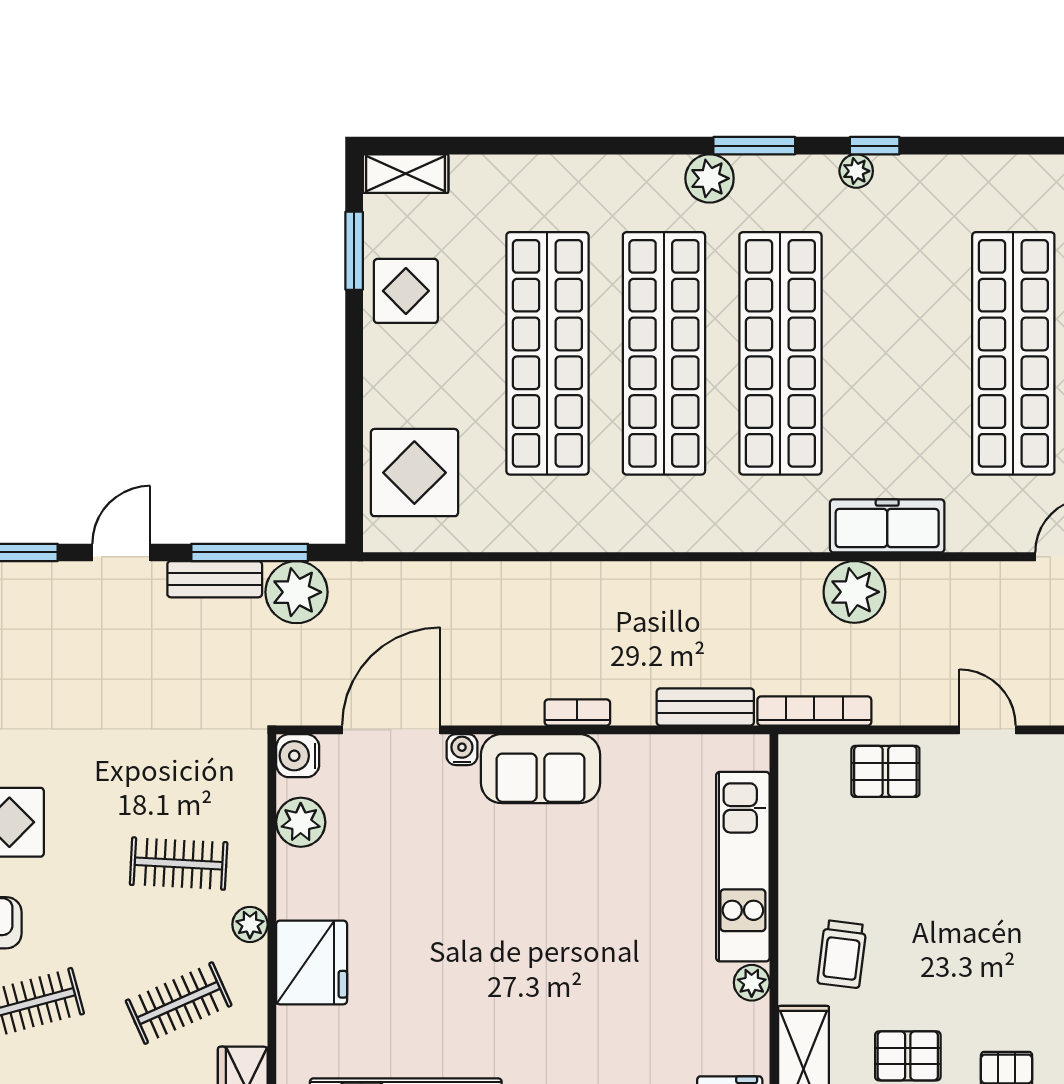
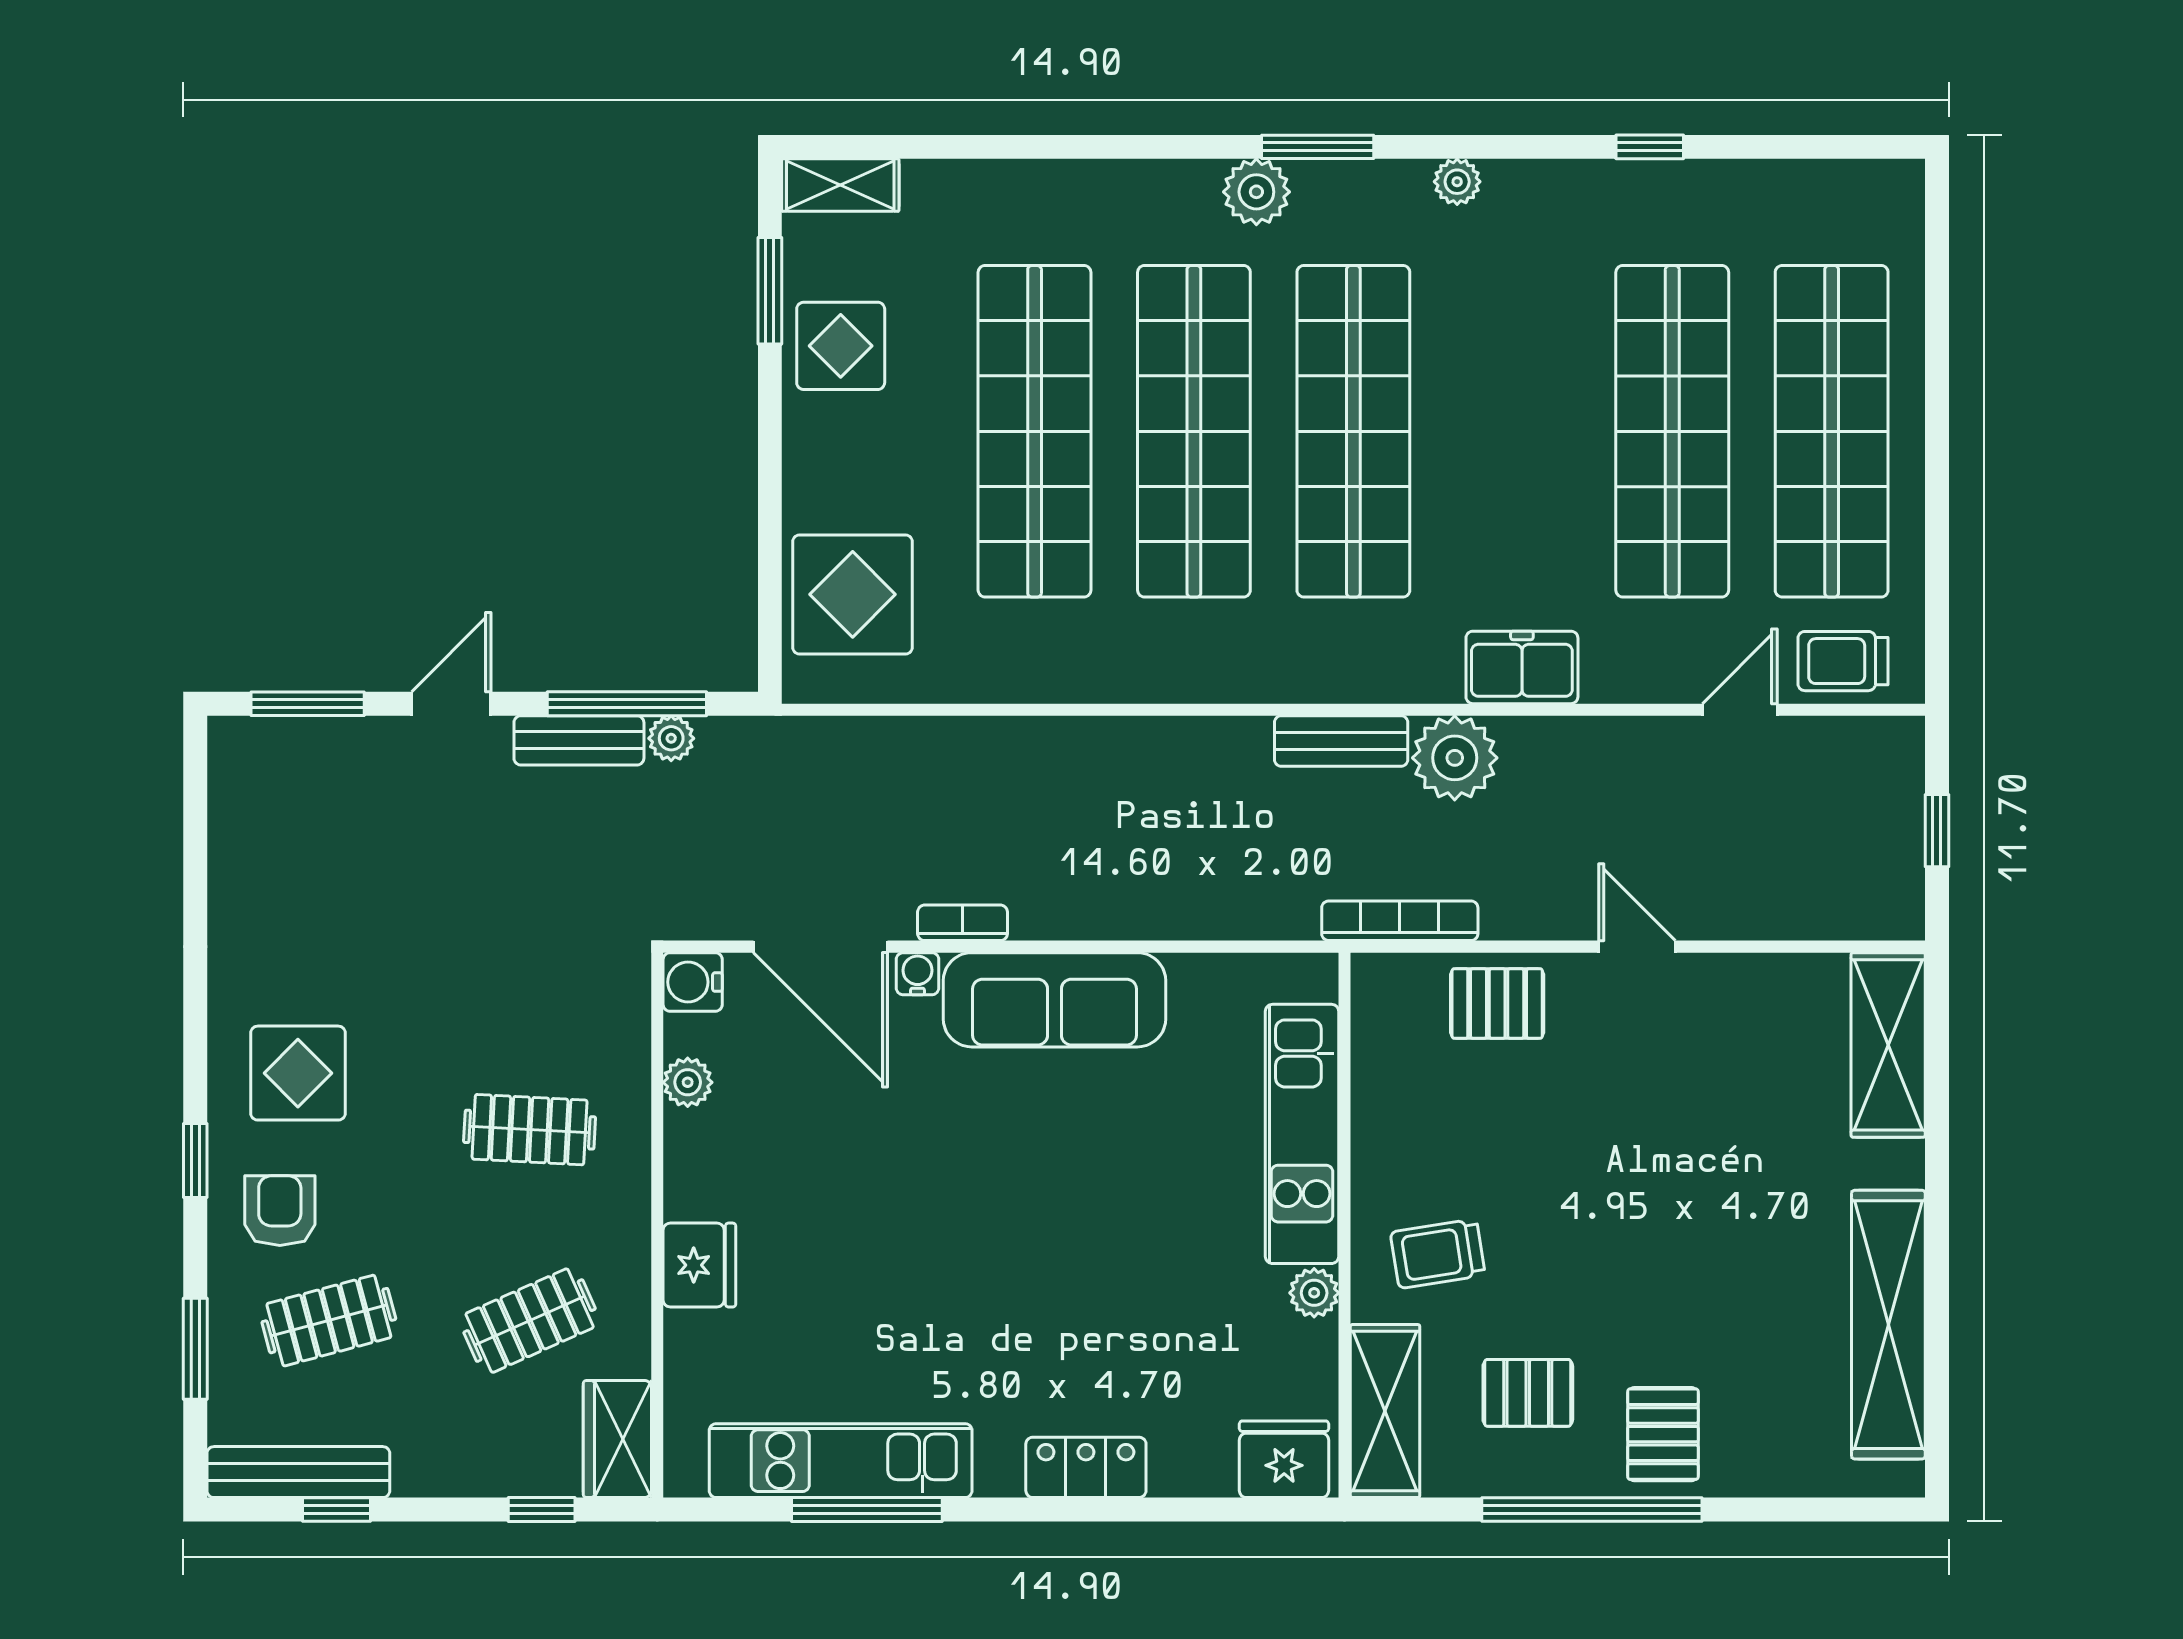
window: (875, 146) -> (1650, 147), moved
freezer: (887, 526) -> (1522, 667), width x0.71
plant: (297, 592) -> (671, 738), width x0.53, depth x0.53
bench: (705, 707) -> (1341, 741), moved
bookcase: (577, 712) -> (963, 923), moved
door: (391, 730) -> (821, 947), swing flipped
sofa: (541, 769) -> (1054, 1000), width x1.36
plant: (301, 822) -> (688, 1082), width x0.73, depth x0.73
plant: (250, 924) -> (627, 1213), removed
trolley: (842, 954) -> (1438, 1254), turned 74
fridge: (312, 962) -> (699, 1265), width x0.73, depth x0.75

